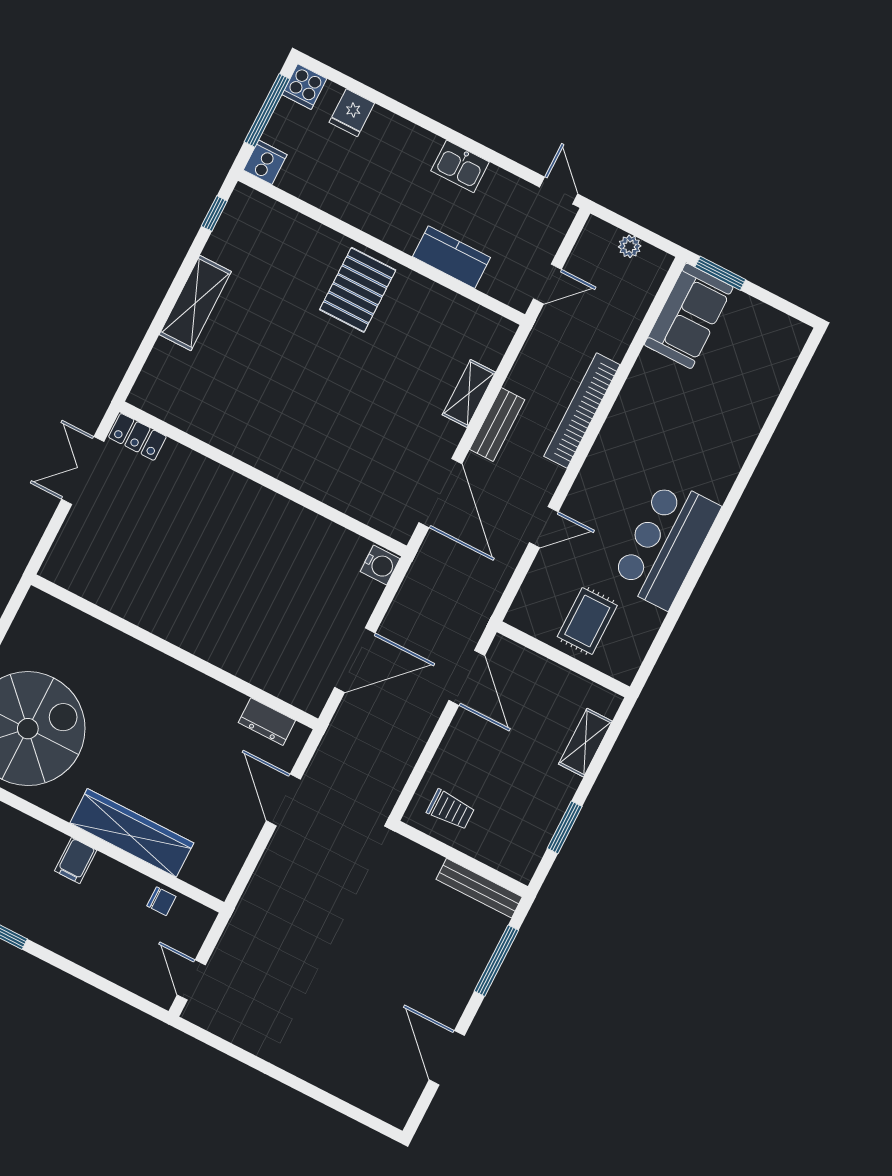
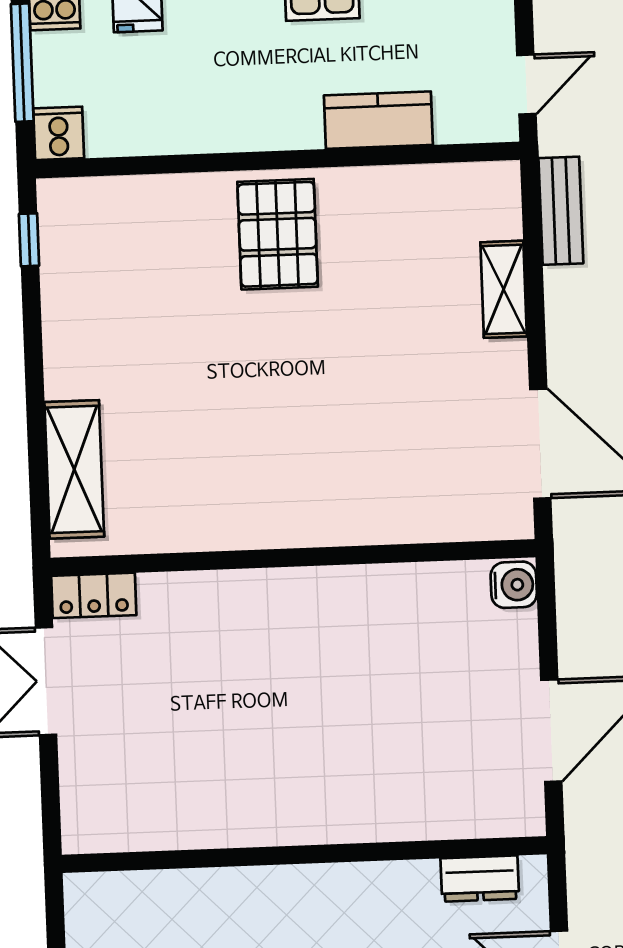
shelving: (195, 303) -> (74, 469), moved
bench: (497, 424) -> (561, 211), moved

